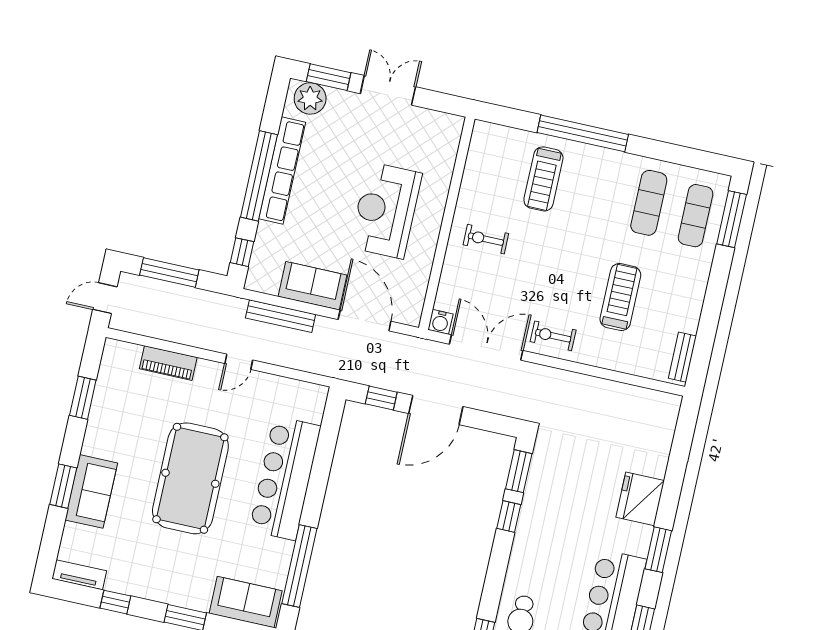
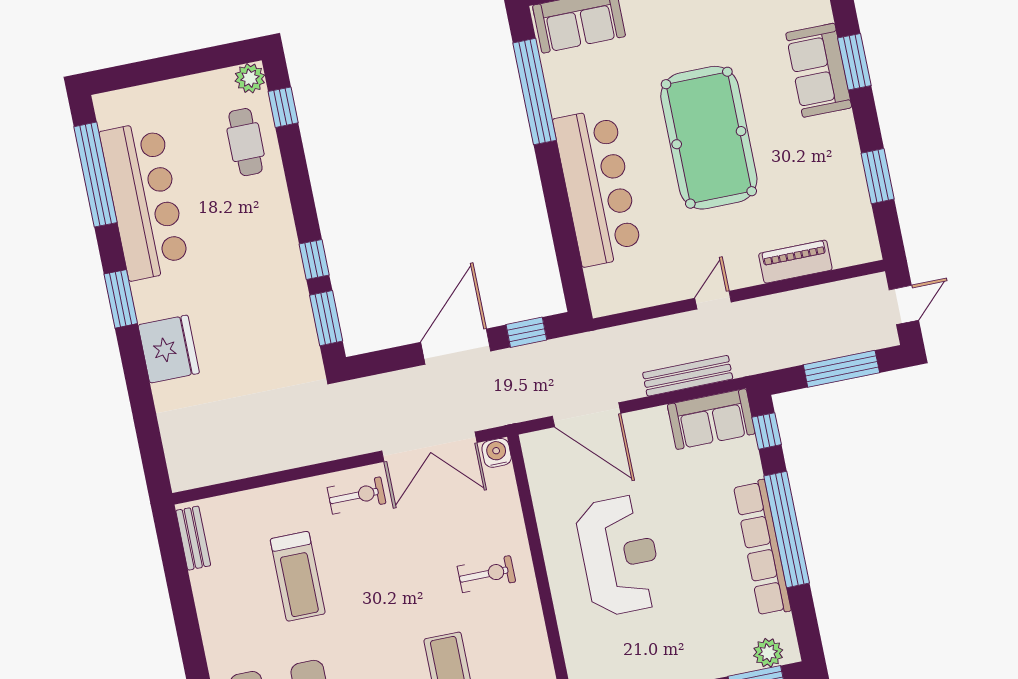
plant: (310, 98) -> (768, 653), width x0.73, depth x0.73
sofa: (313, 286) -> (711, 419), moved

